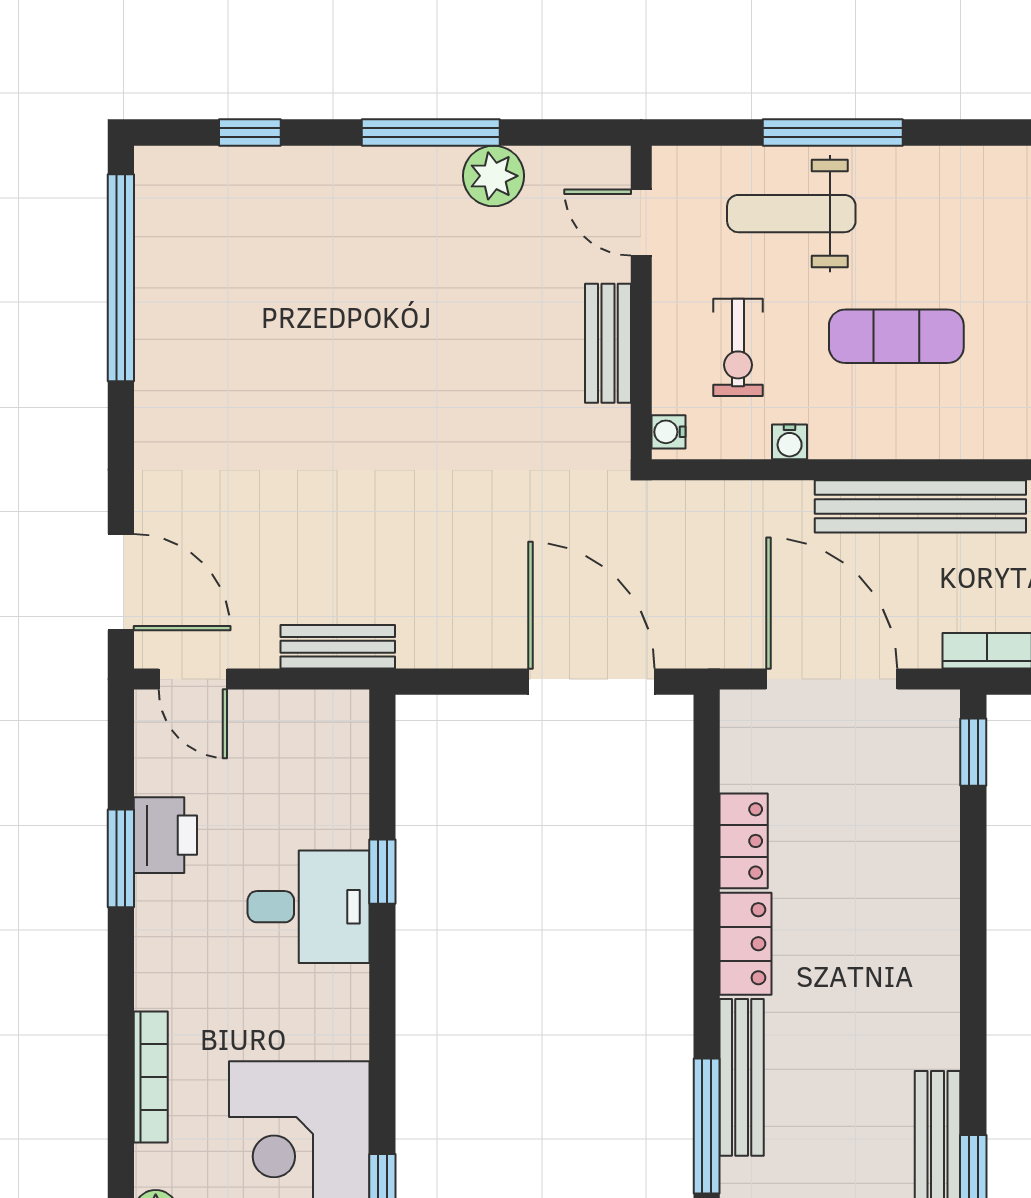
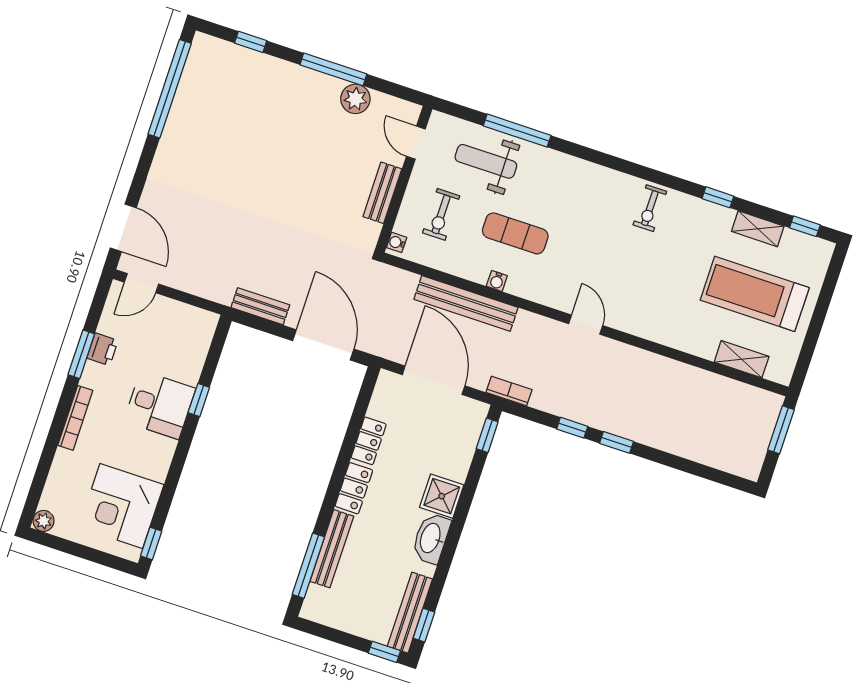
water cooler: (790, 442) -> (497, 281), moved
bench: (920, 506) -> (466, 303), moved
bench: (338, 647) -> (260, 306), moved
door: (193, 679) -> (142, 283), hinge flipped
printer: (165, 835) -> (102, 349), width x0.73, depth x0.81
shower: (924, 902) -> (442, 496), added
washbasin: (930, 992) -> (431, 538), added
bookcase: (151, 1077) -> (75, 418), moved

